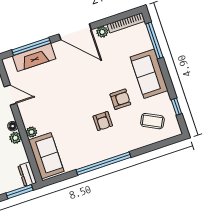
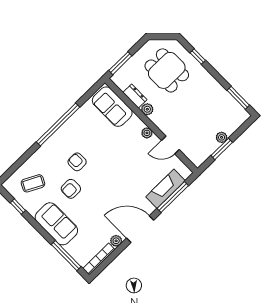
floor lamp: (13, 126) -> (155, 118), removed
plant: (31, 132) -> (147, 133), moved
dresser: (27, 174) -> (135, 96), moved

